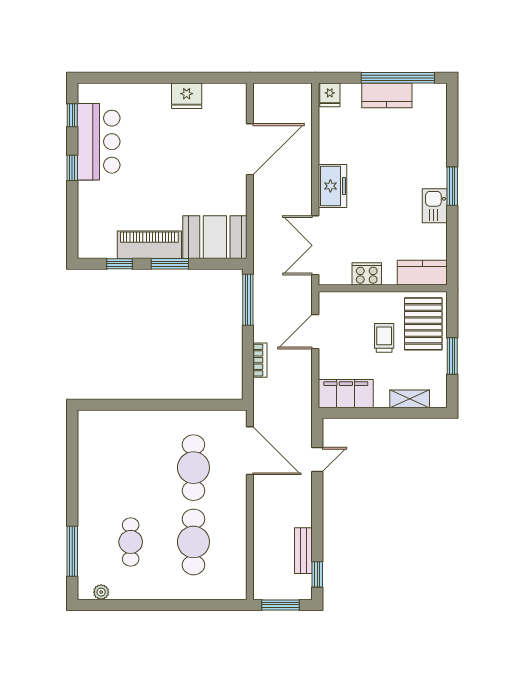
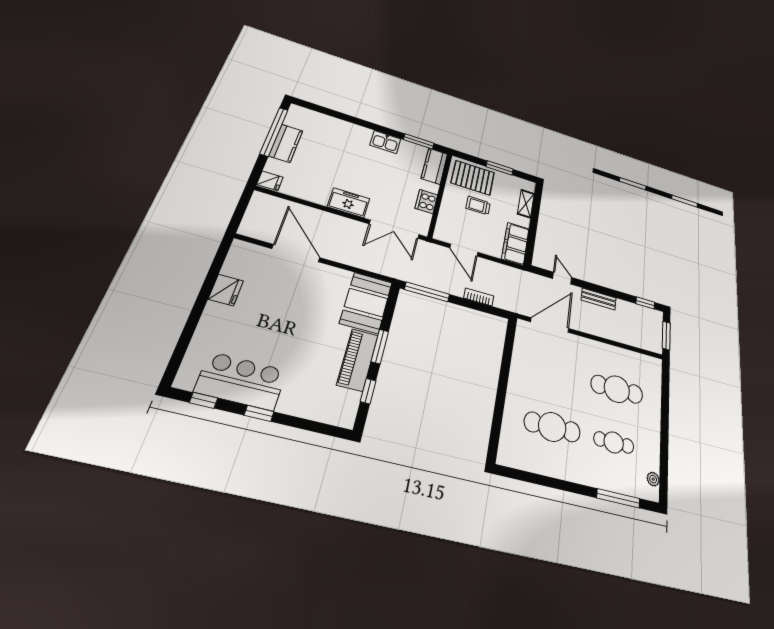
window: (452, 186) -> (419, 141), moved
cafe table: (193, 468) -> (552, 427), moved
bench: (303, 551) -> (599, 299), moved

